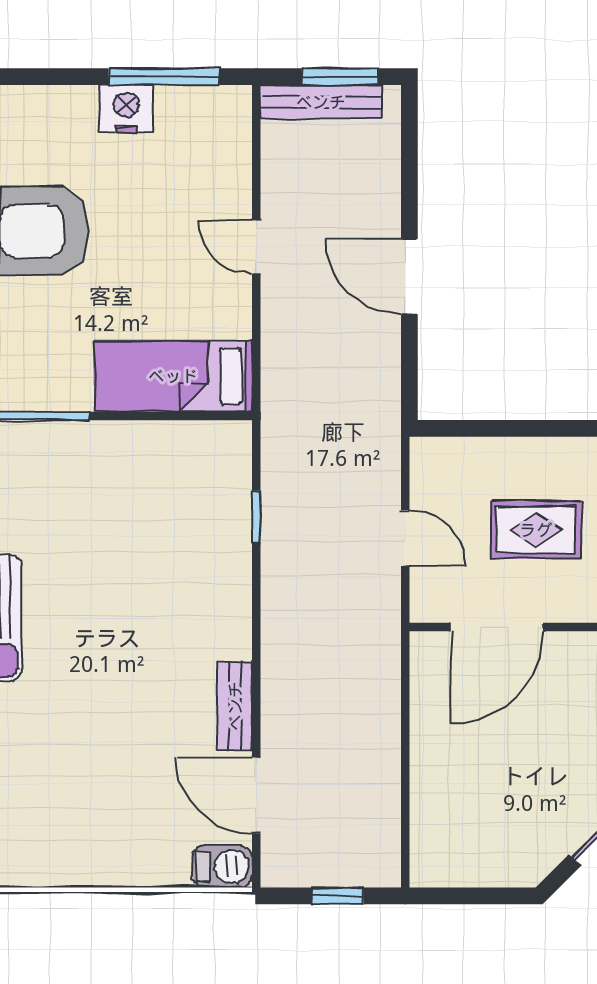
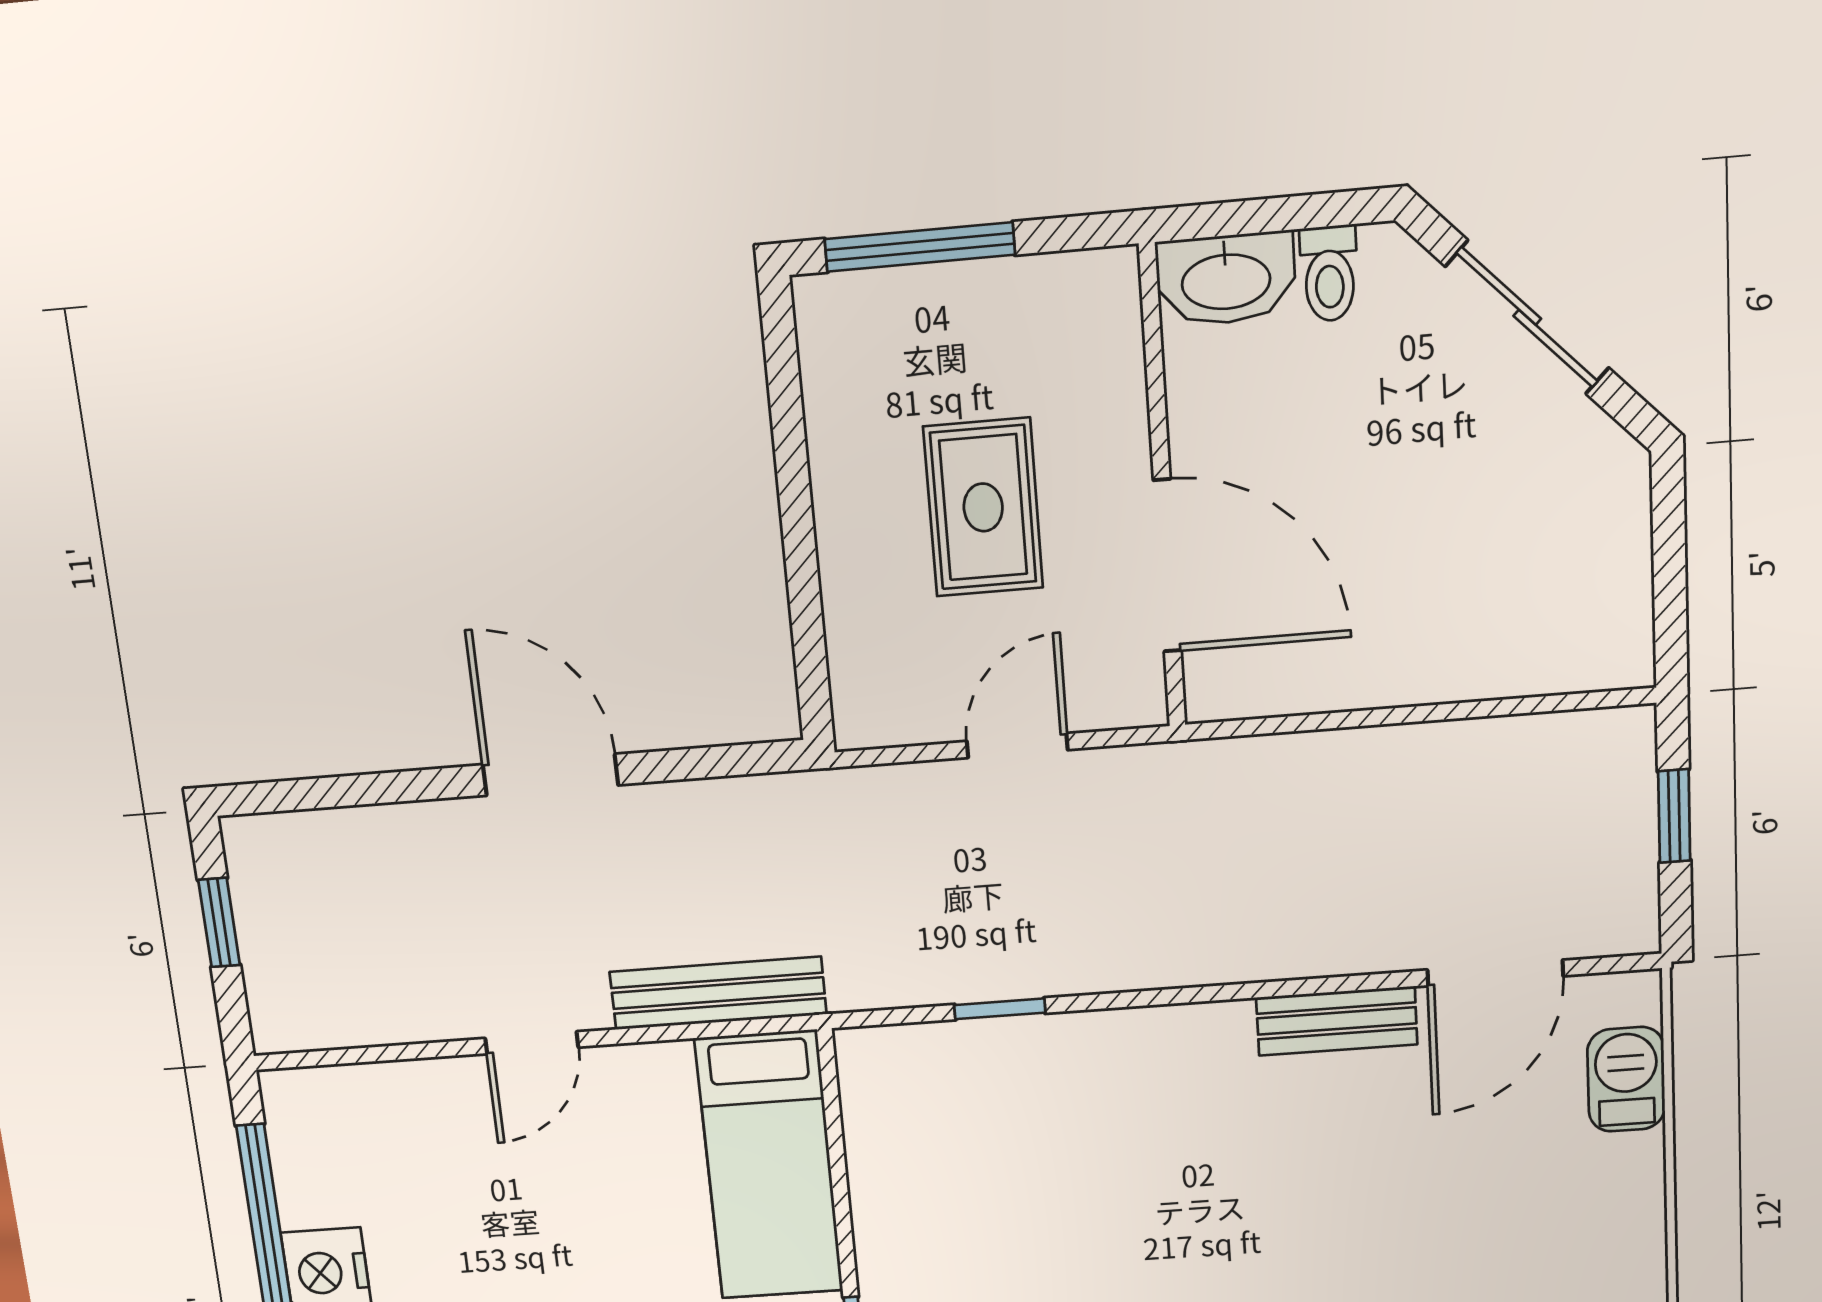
window: (340, 77) -> (219, 923), width x0.67
bench: (321, 102) -> (718, 993), moved, turned 90
door: (409, 277) -> (550, 775), swing flipped
barbecue: (222, 866) -> (1626, 1079), moved

